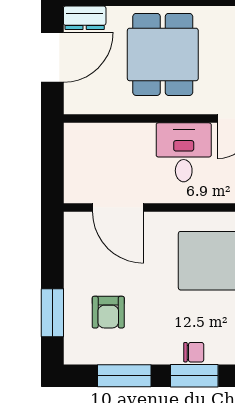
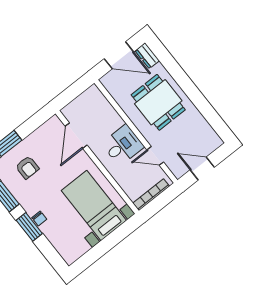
dining table: (163, 54) -> (158, 102), turned 90
armchair: (108, 312) -> (27, 167), turned -90

